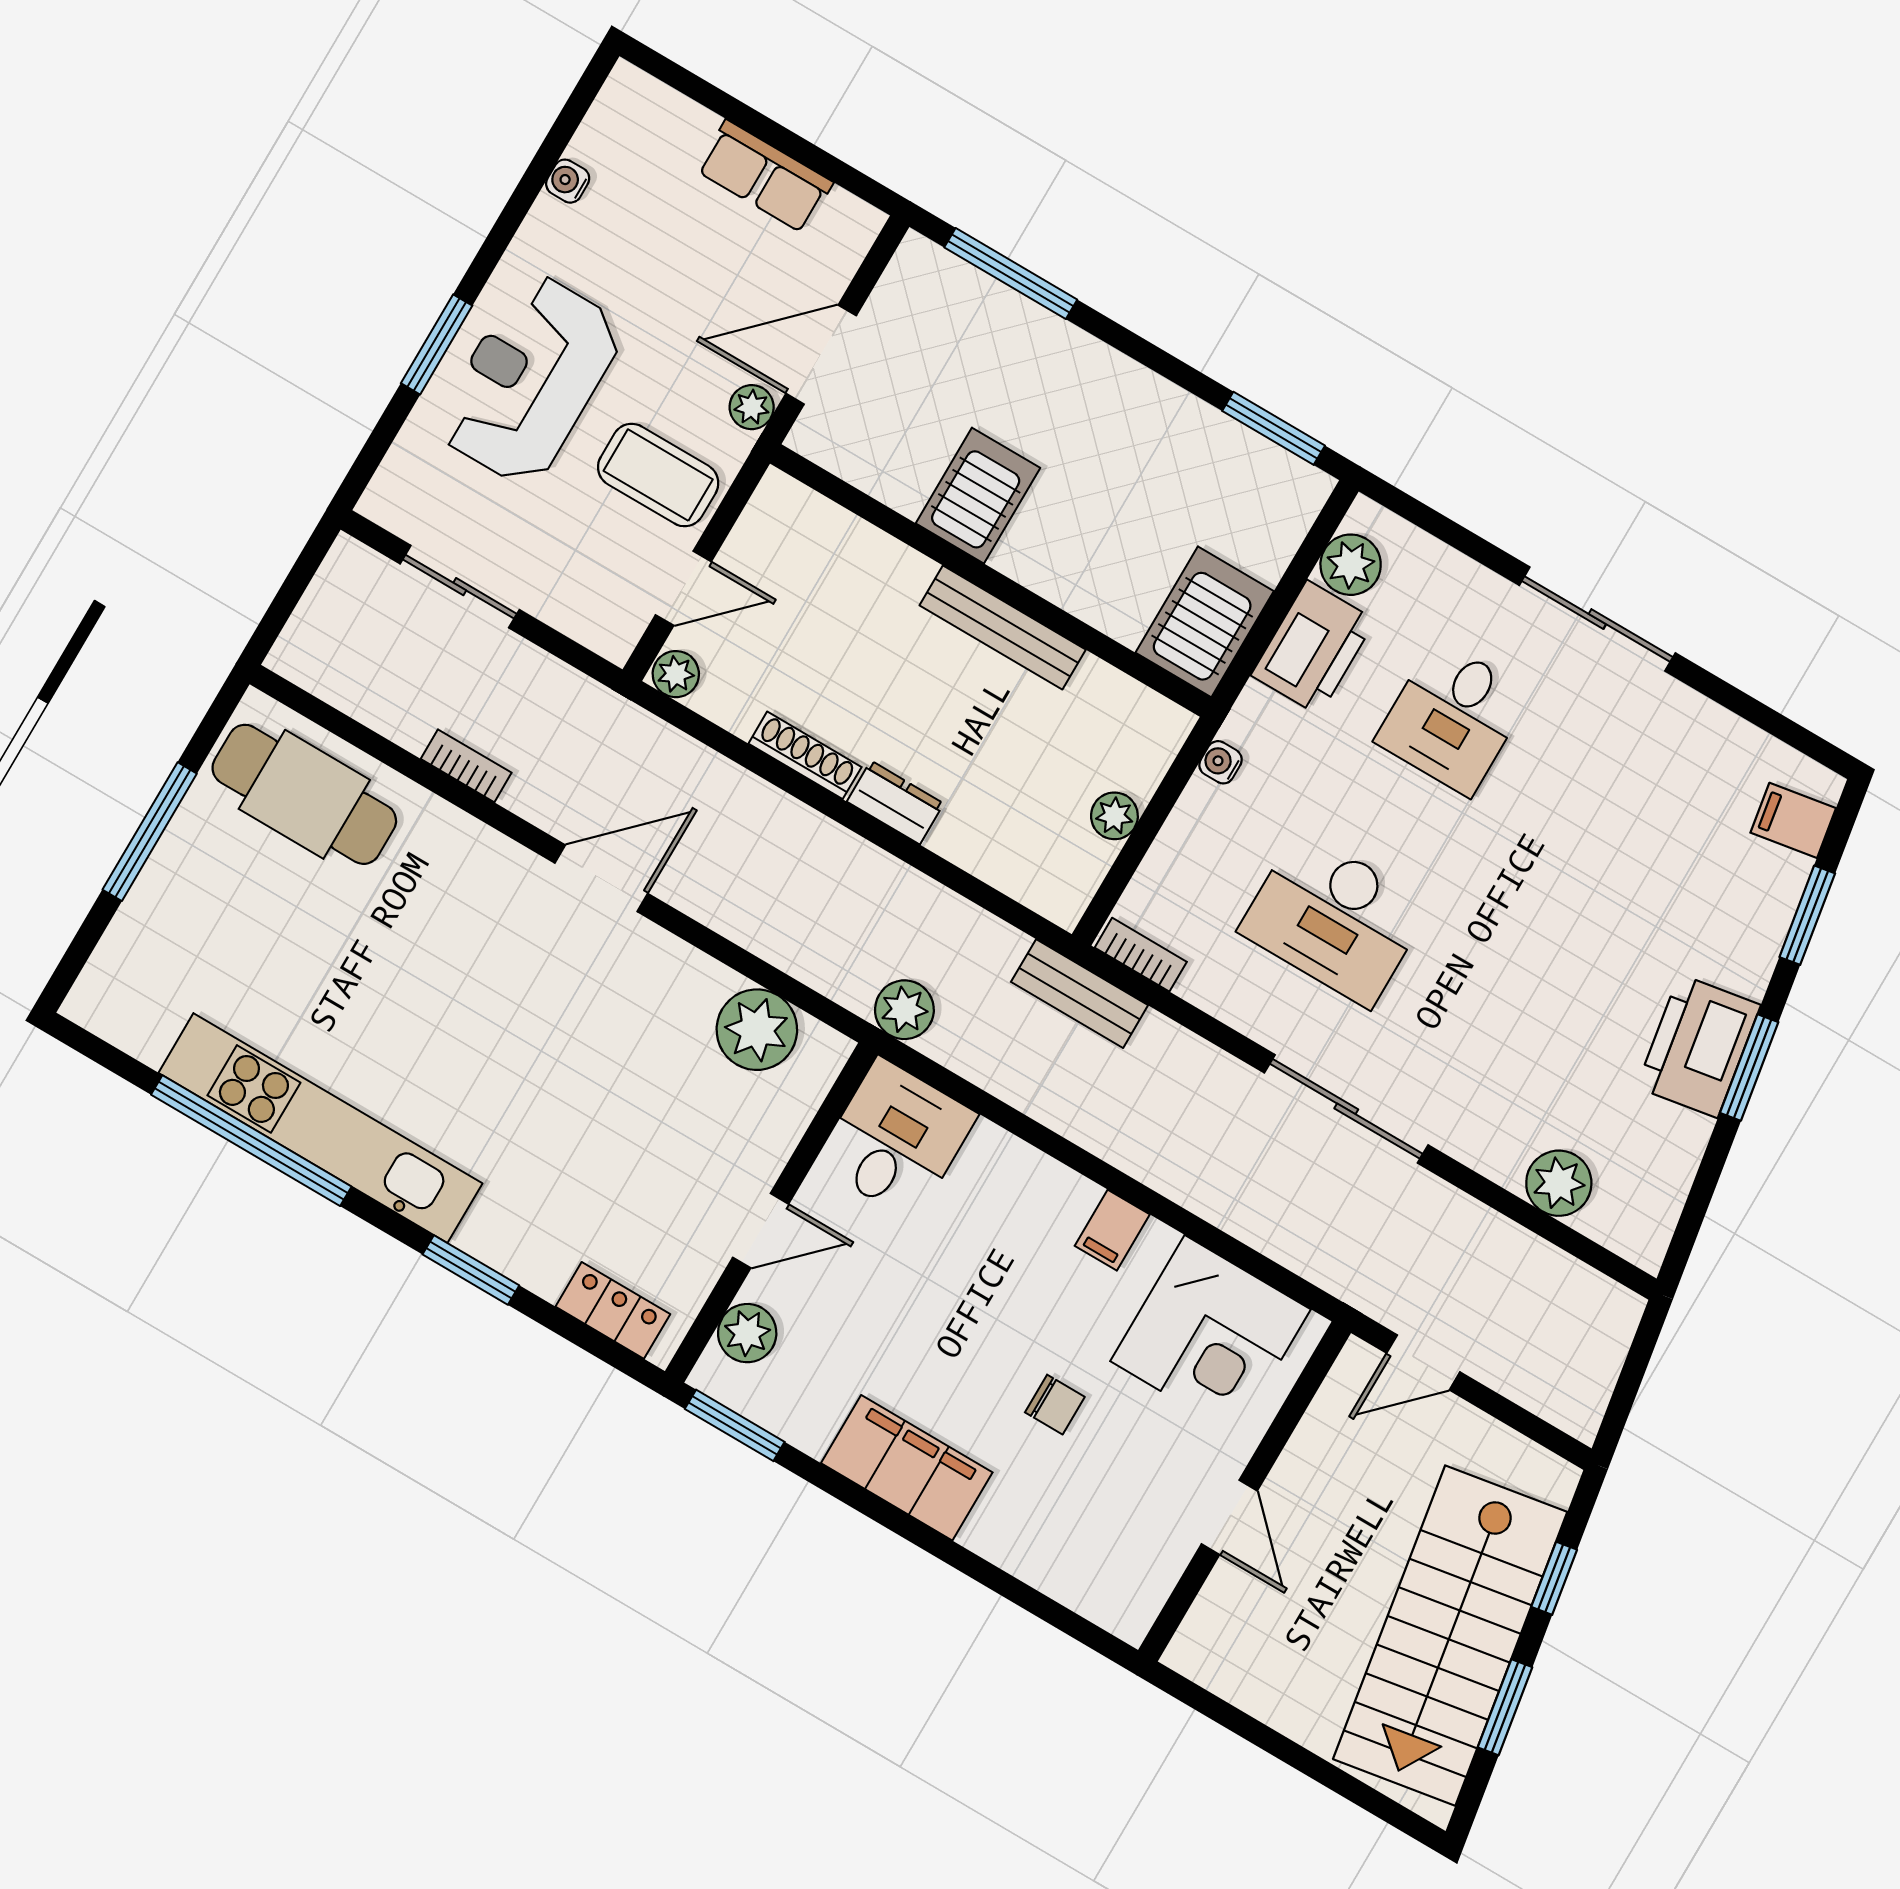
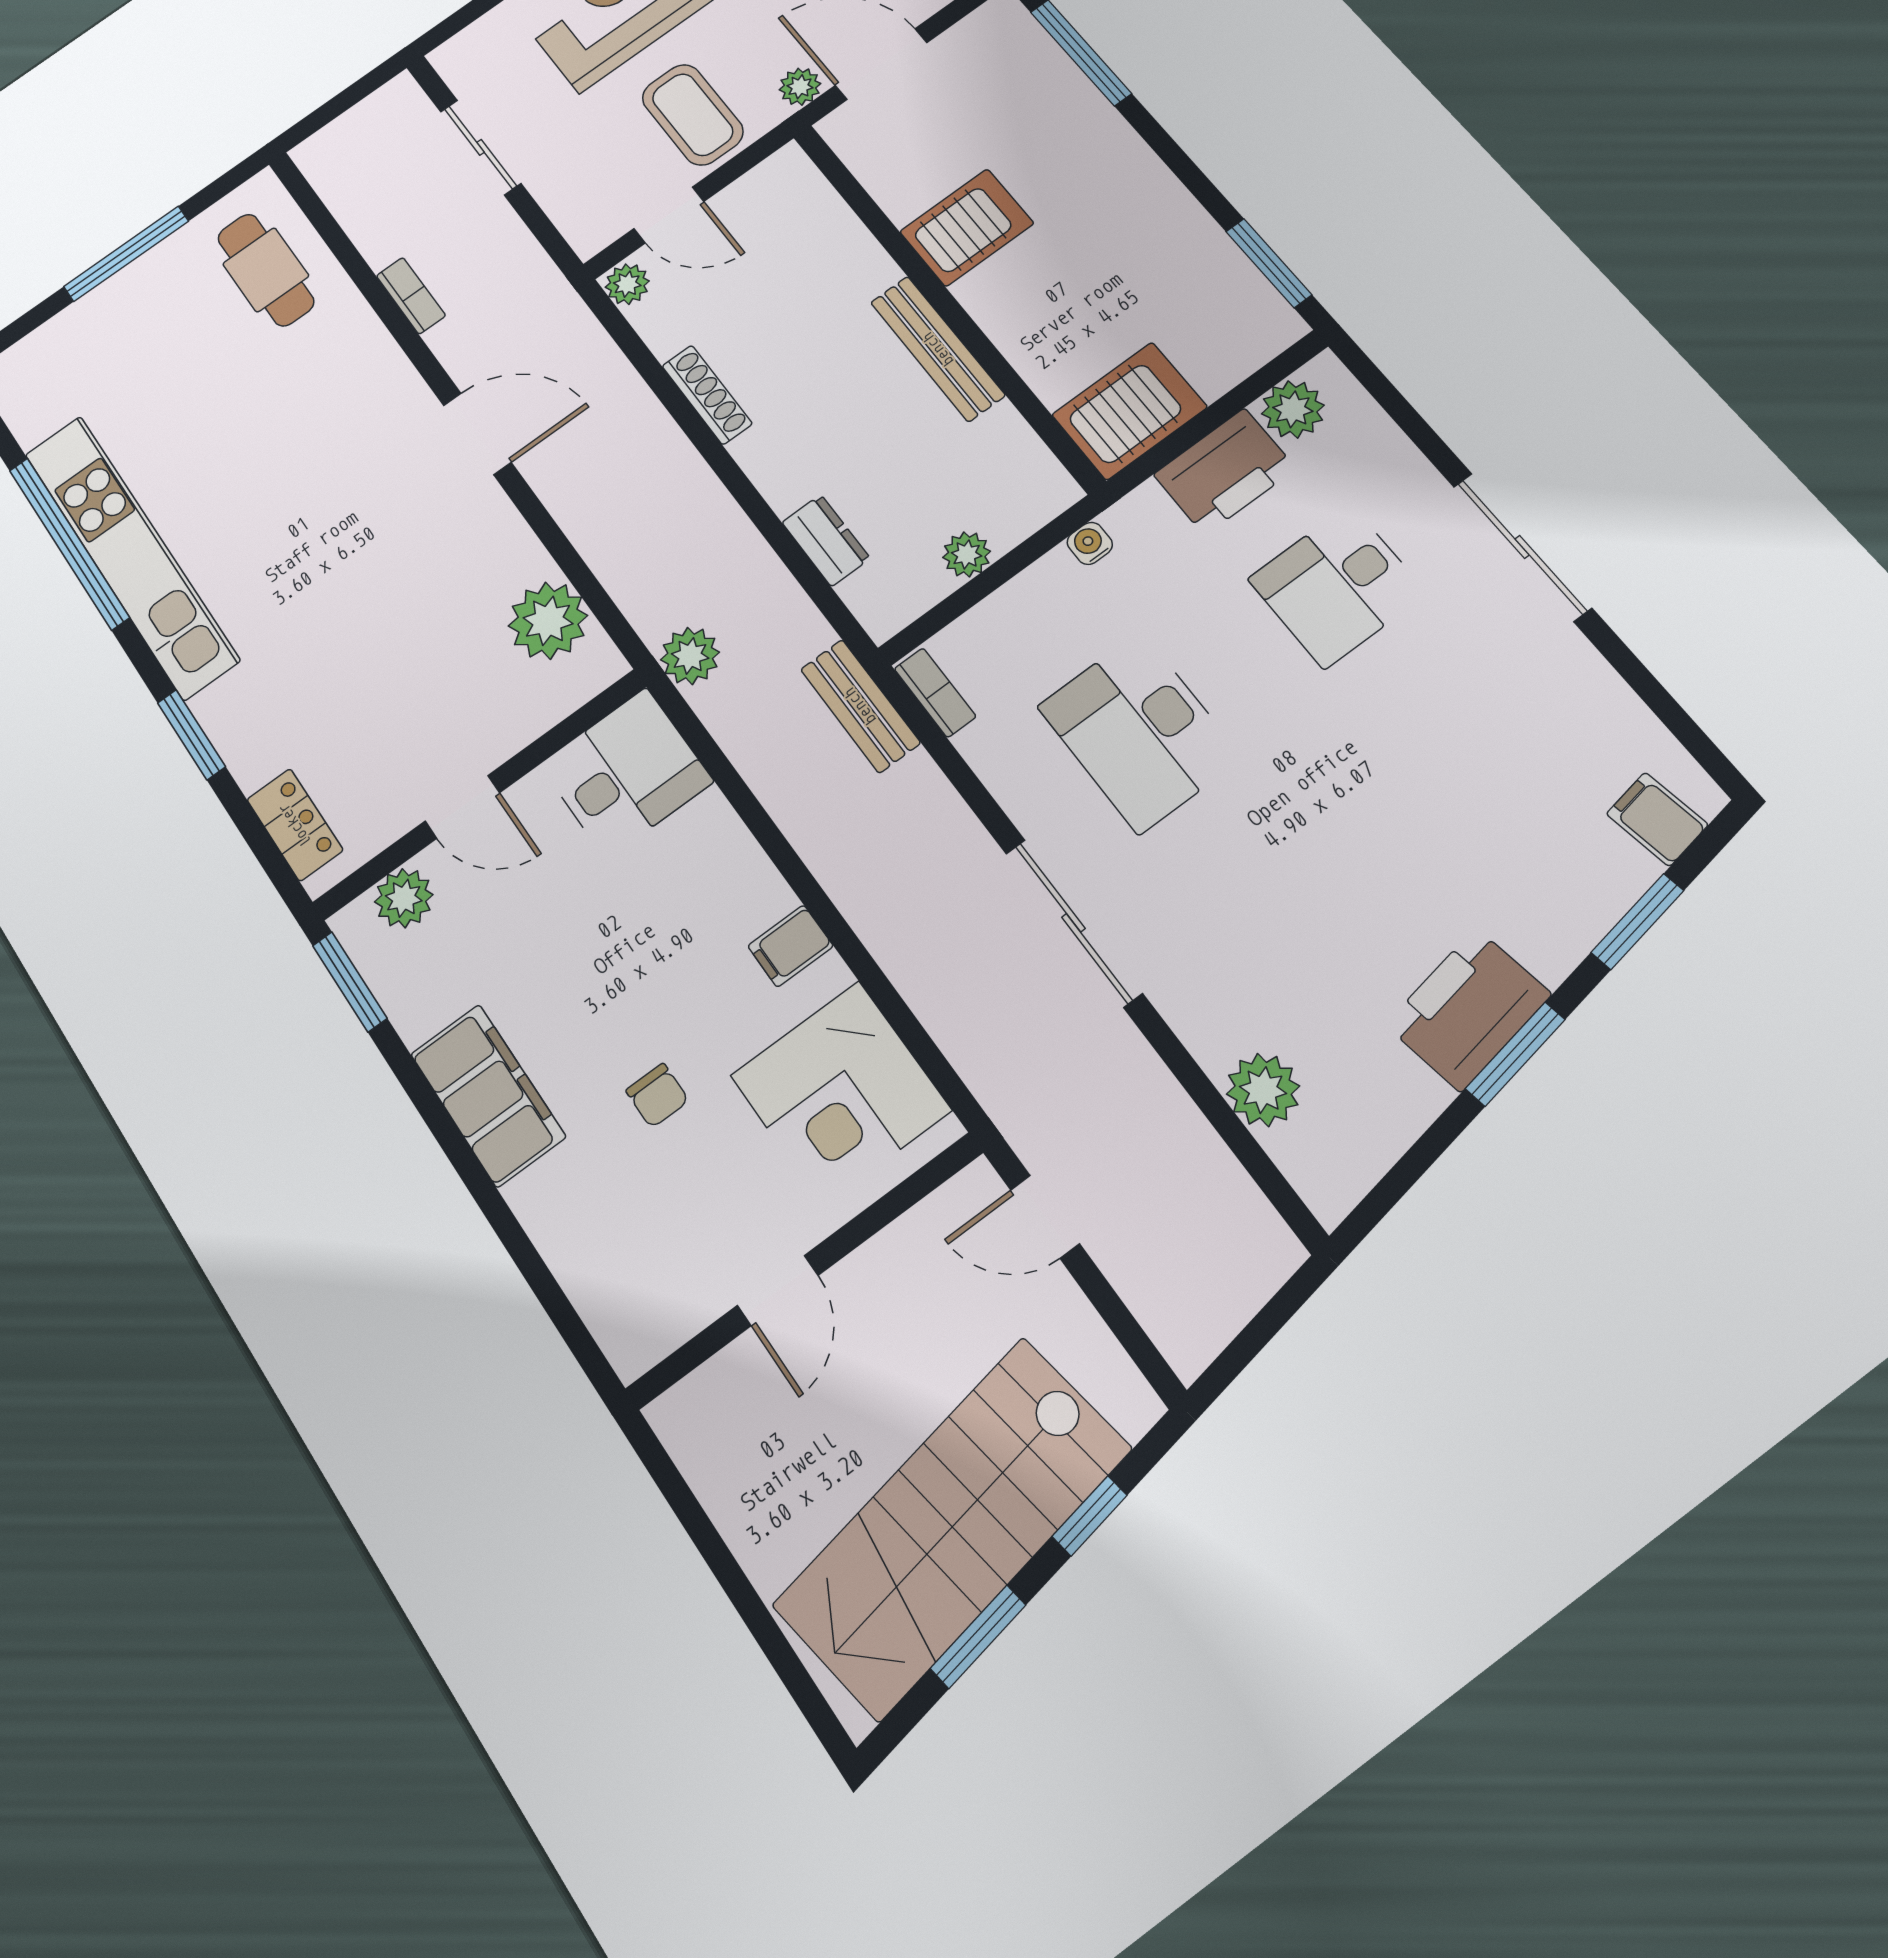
cafe table: (304, 794) -> (266, 270), width x0.73, depth x0.74
dresser: (895, 802) -> (826, 540), moved

